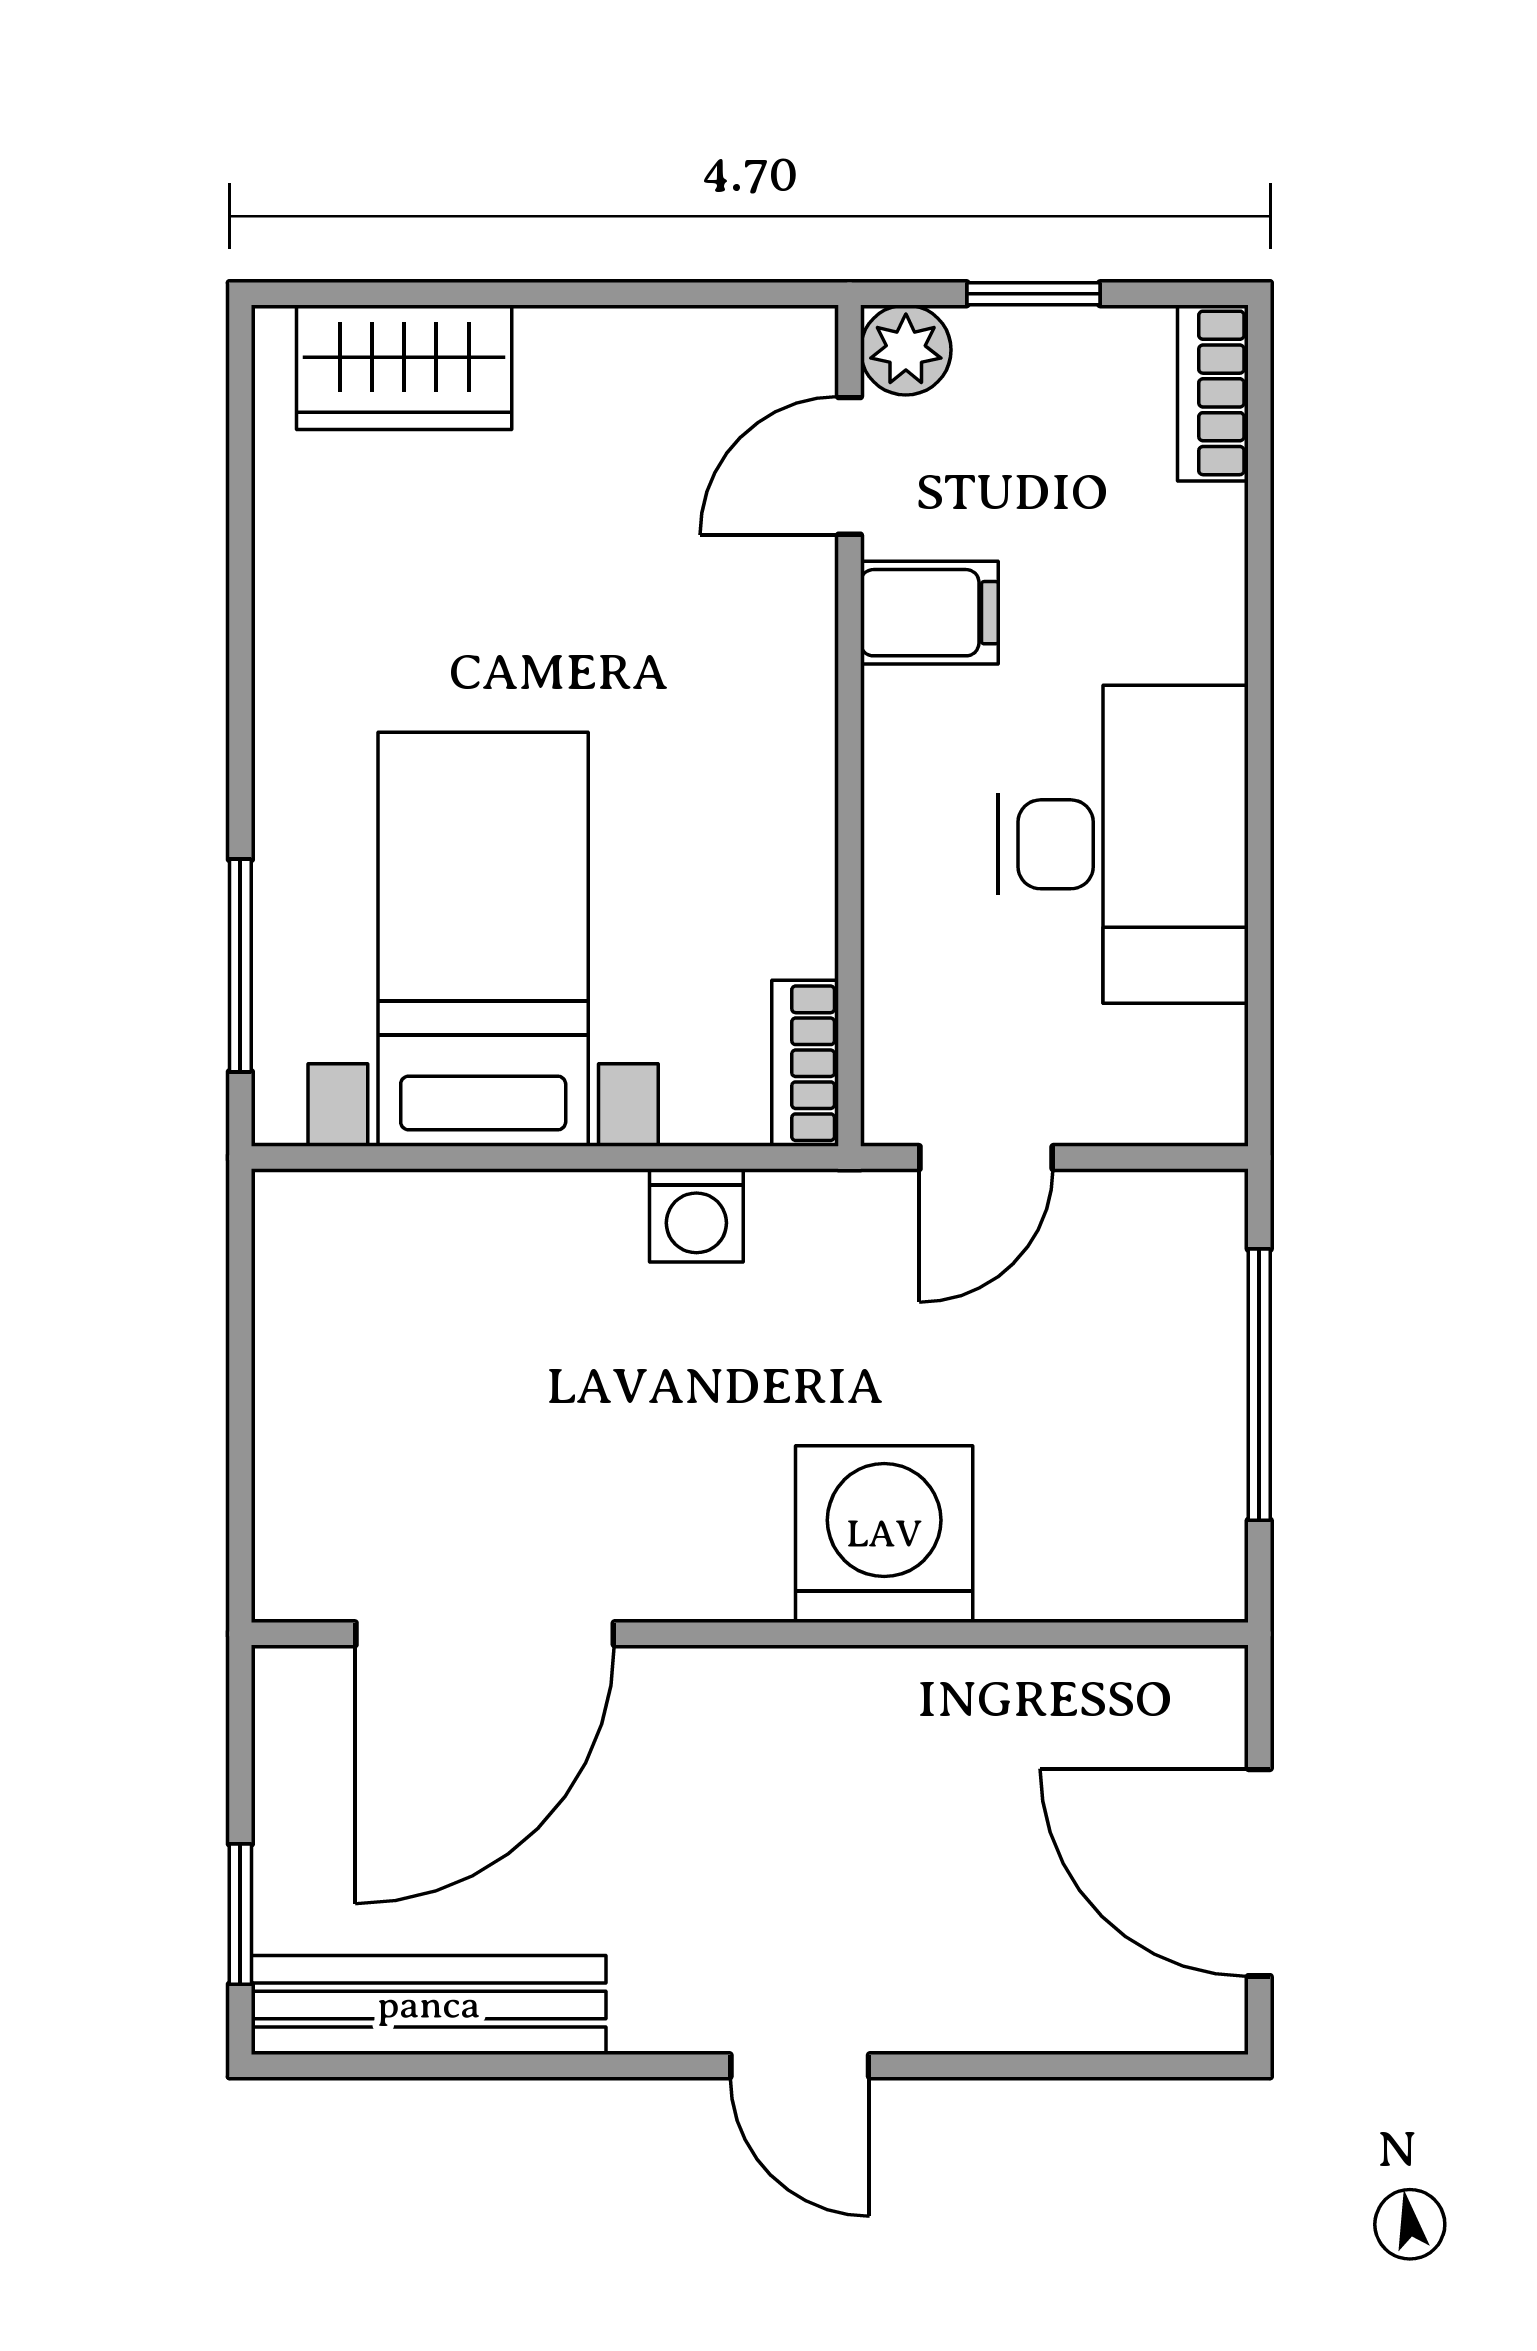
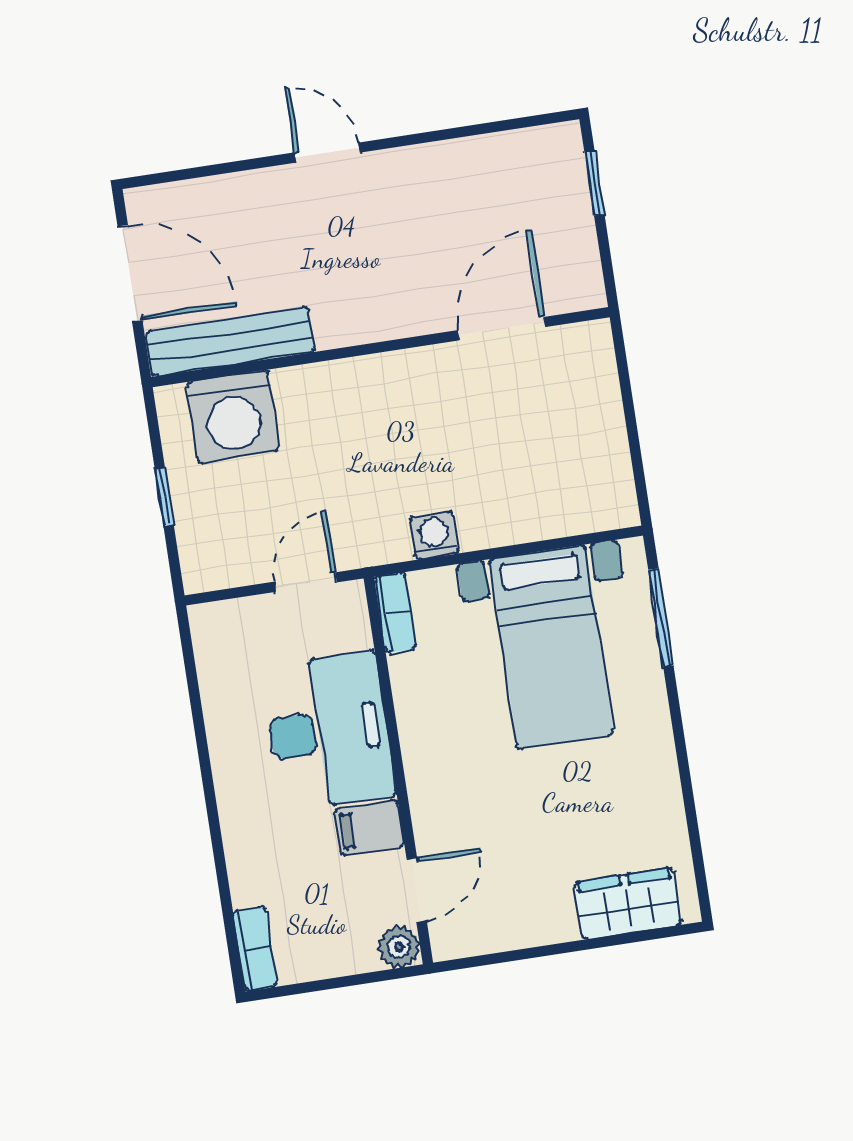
window: (1033, 294) -> (344, 982), removed
desk: (1123, 844) -> (328, 731), moved, turned 180
window: (1259, 1385) -> (164, 497), width x0.46
washing machine: (884, 1534) -> (233, 416), moved
door: (485, 1634) -> (502, 329), width x0.73
bench: (429, 2005) -> (230, 342), moved

